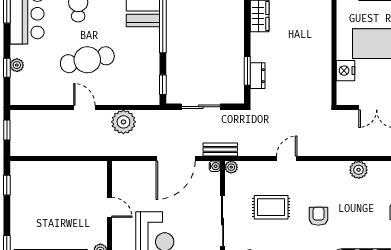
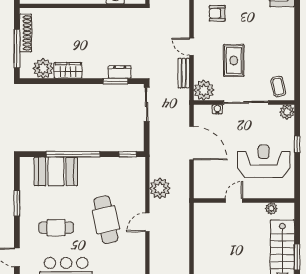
sliding door: (201, 107) -> (147, 104), moved
bench: (220, 149) -> (184, 73), moved
water cooler: (215, 166) -> (217, 109), moved
plant: (231, 167) -> (204, 90), width x1.87, depth x1.87
armchair: (318, 216) -> (217, 13), moved

